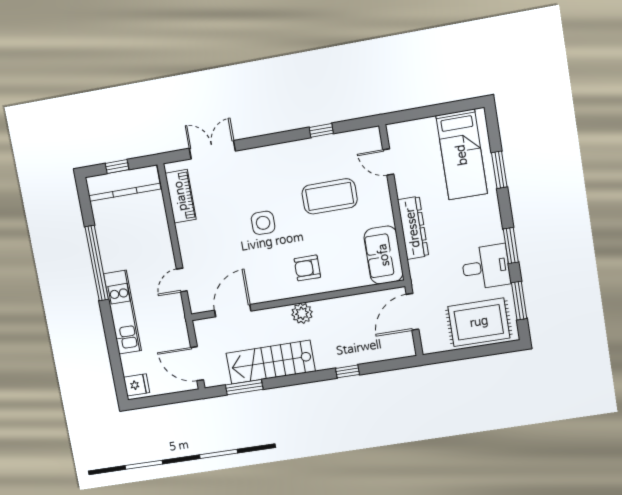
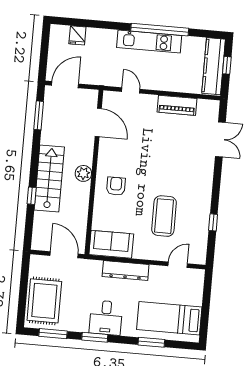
piano: (181, 196) -> (177, 105), moved
side table: (263, 223) -> (157, 162), removed
desk: (486, 267) -> (106, 318), moved
kitchen unit: (123, 312) -> (149, 41), moved
stairs: (271, 362) -> (49, 179), moved
fridge: (137, 385) -> (77, 35), moved

